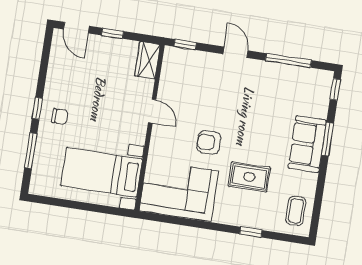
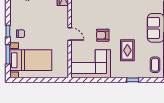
door: (152, 111) -> (70, 34), moved
bed with nightstands: (102, 172) -> (31, 60), moved, turned 180
rug: (249, 177) -> (127, 50), turned 90

